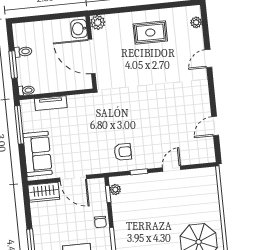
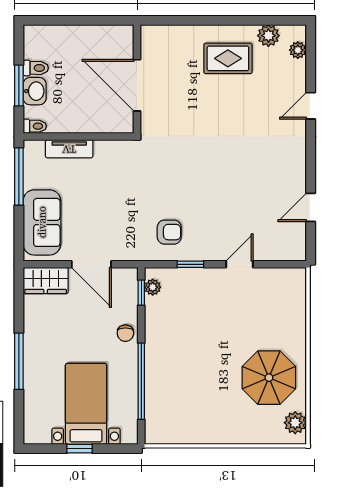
plant: (98, 22) -> (268, 36), moved
washbasin: (79, 29) -> (35, 91), moved, turned 180

